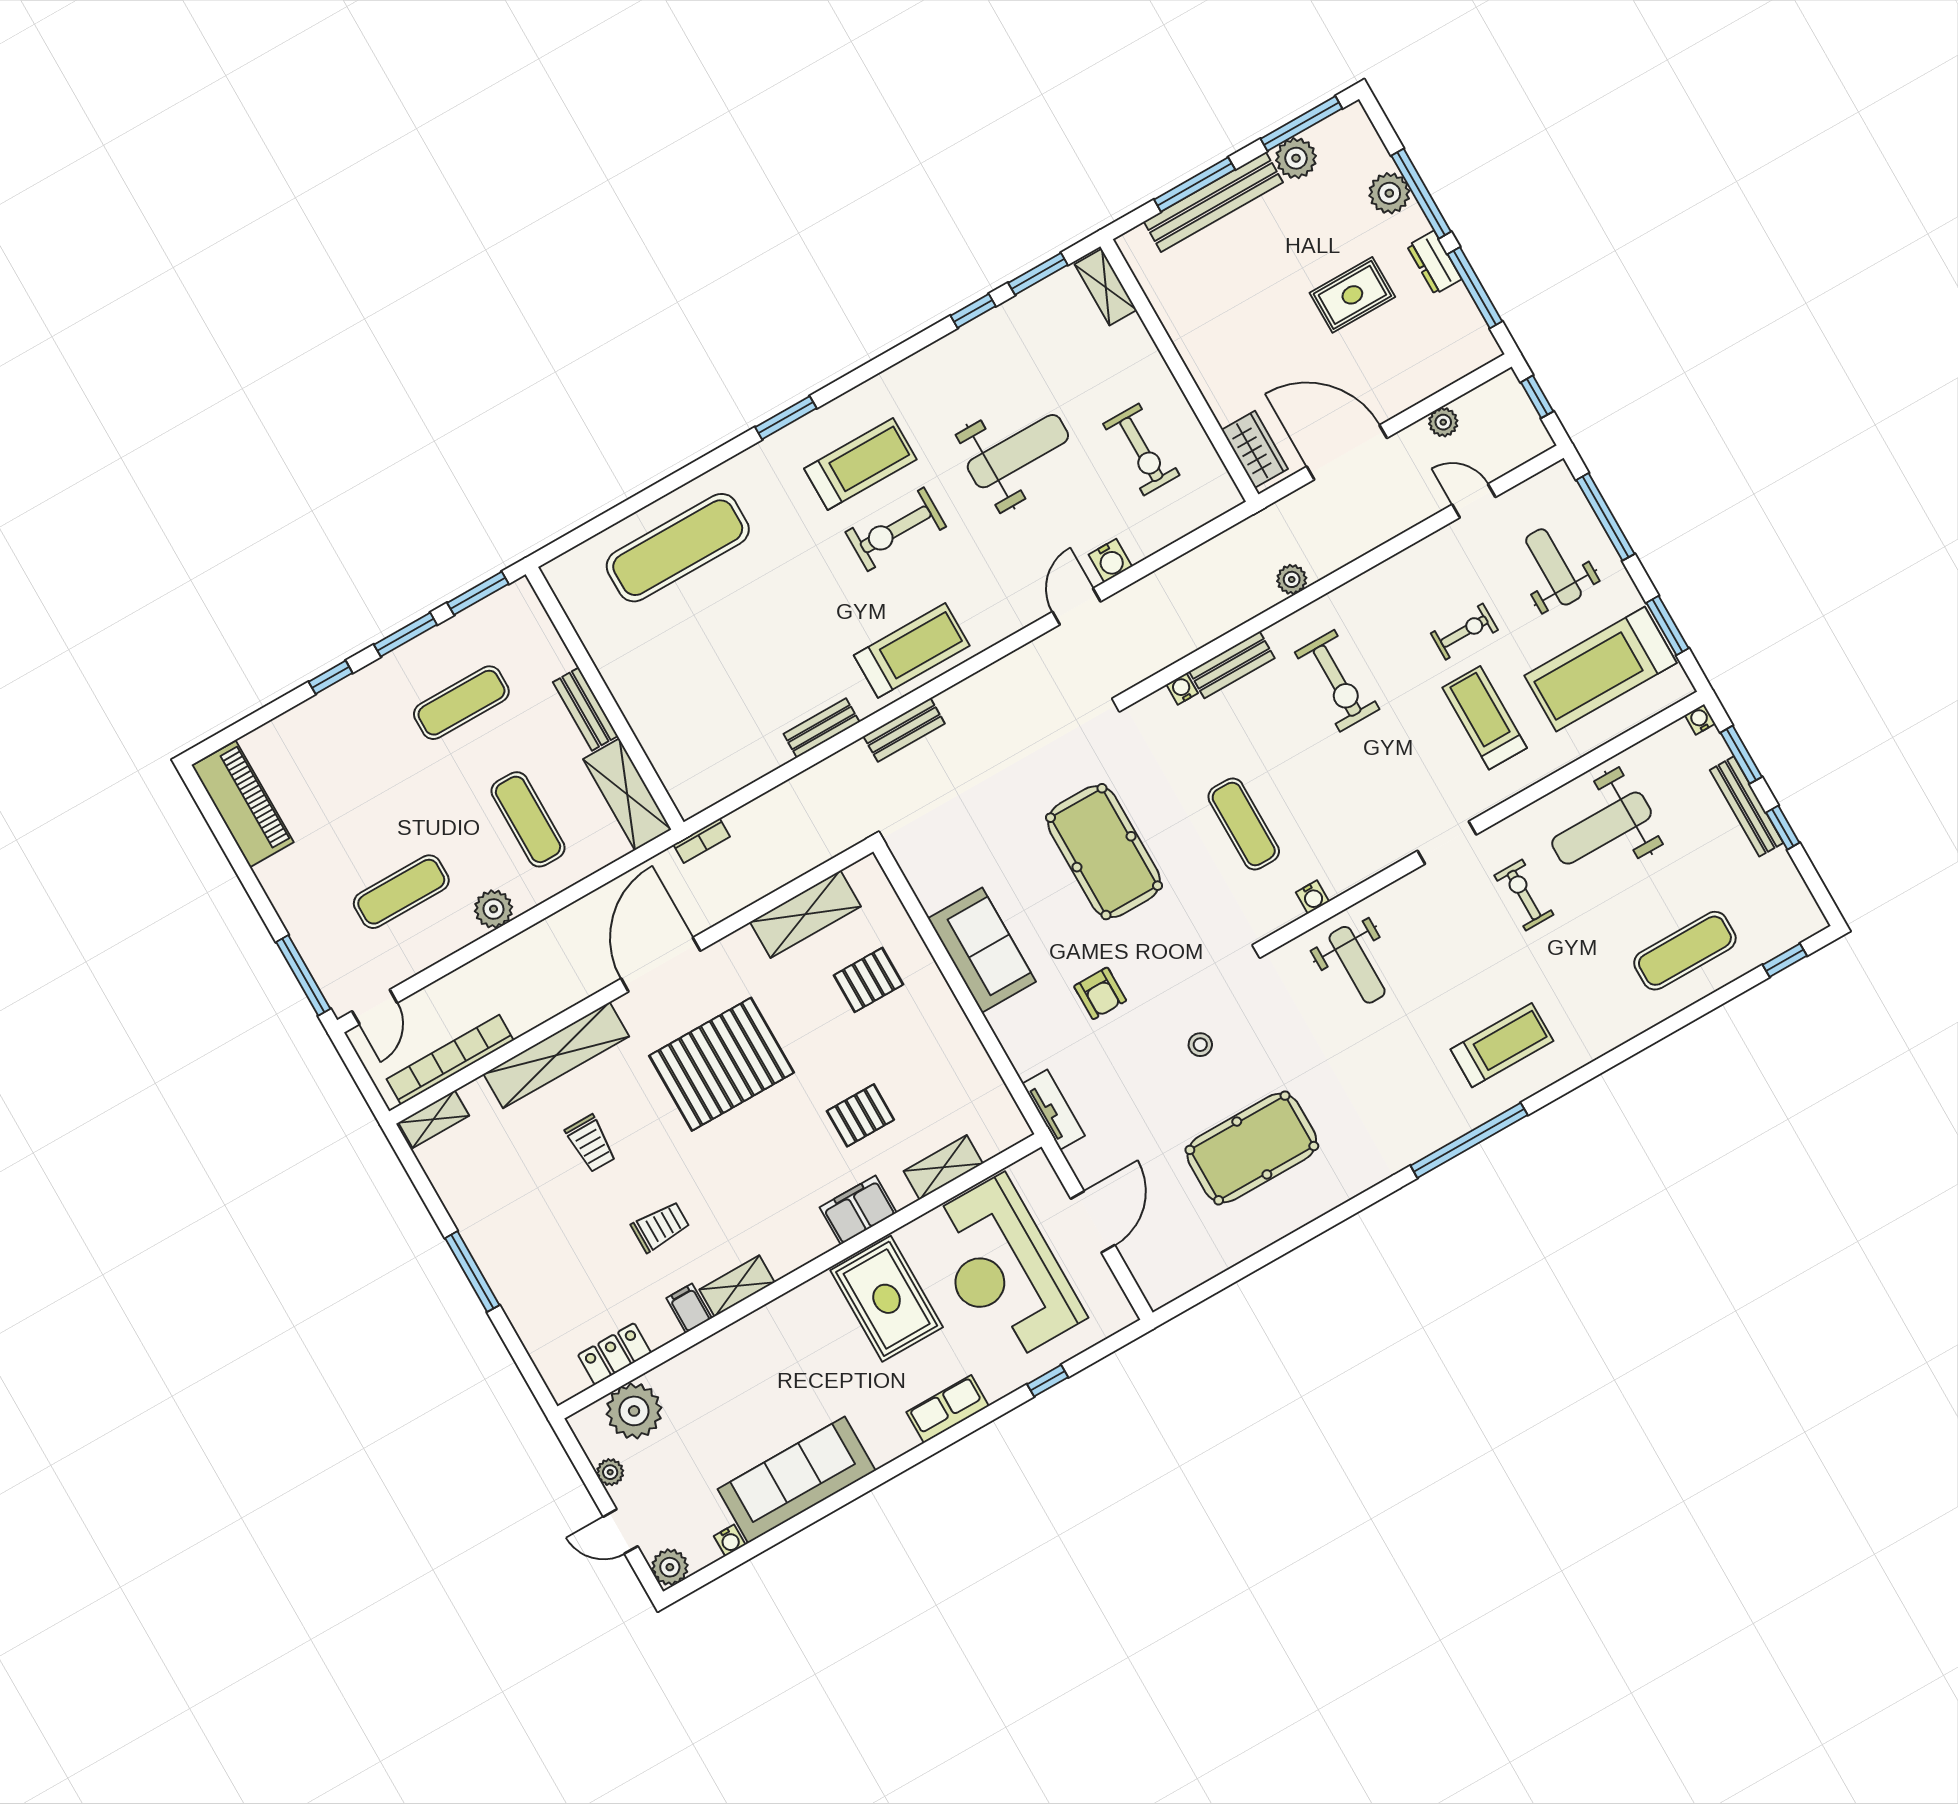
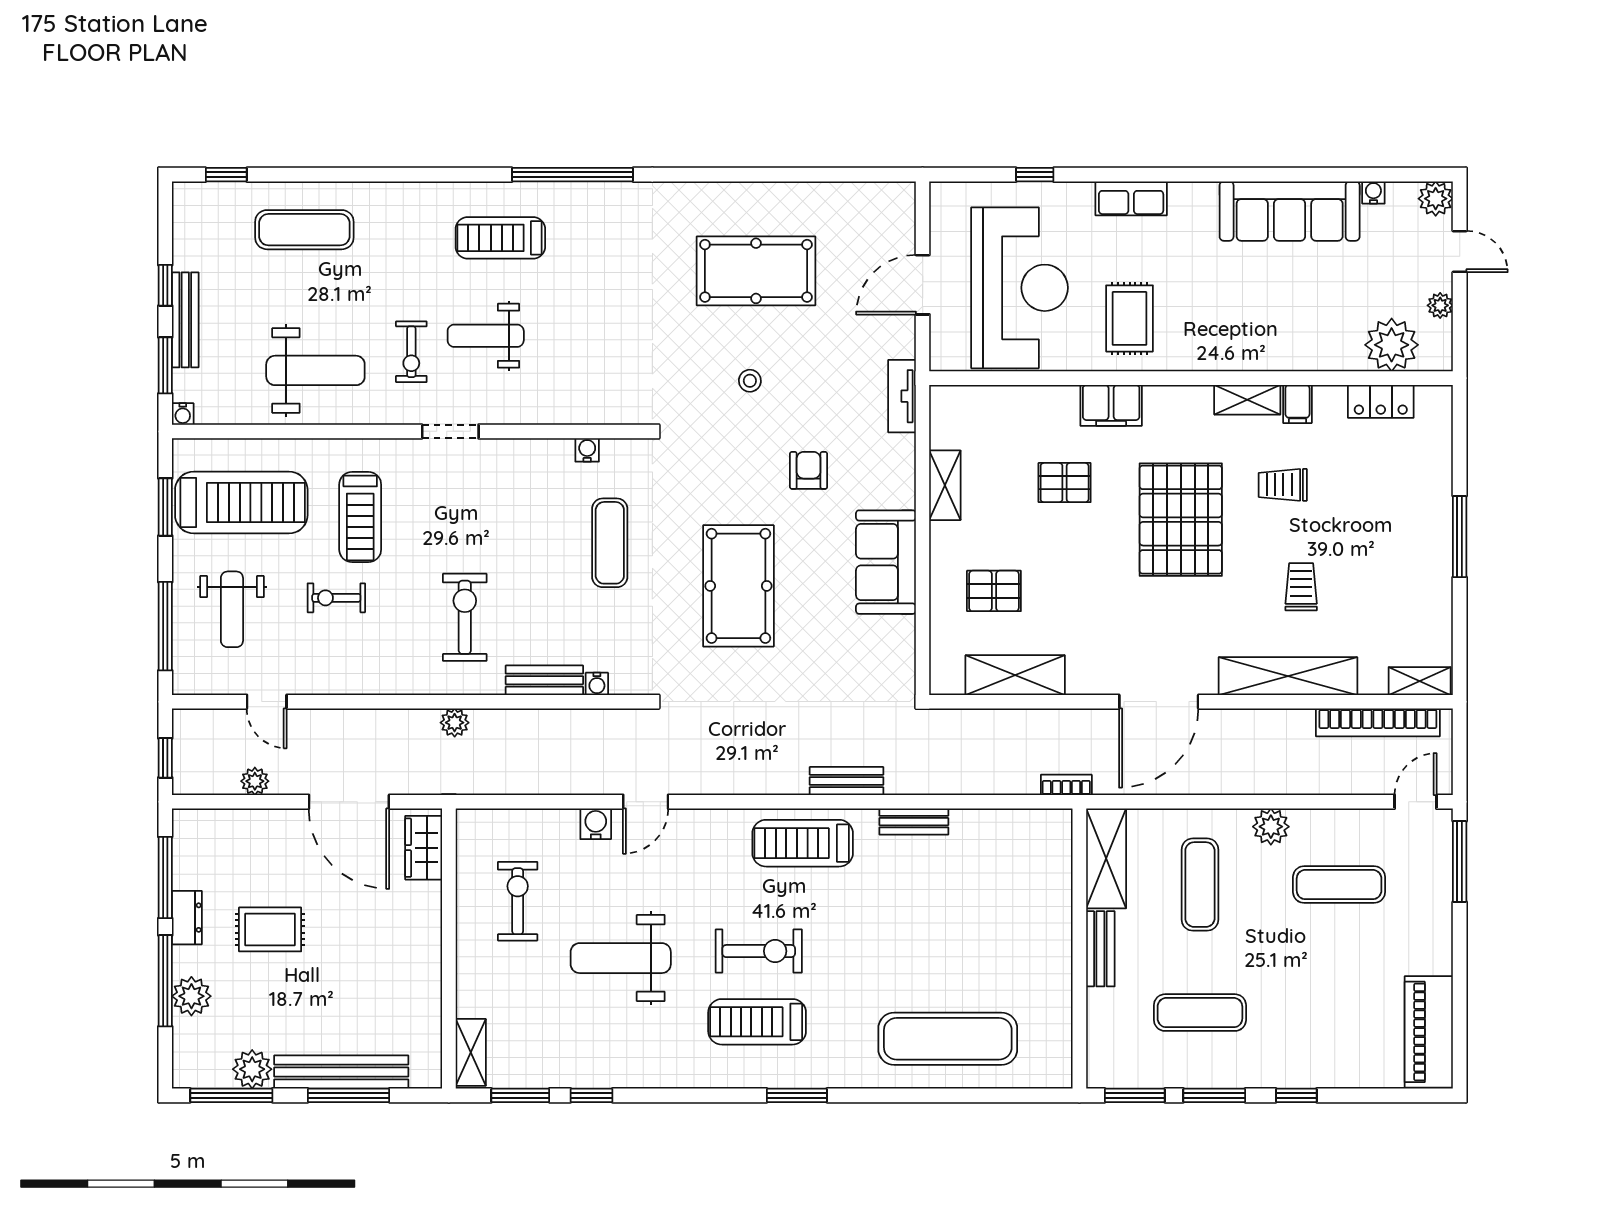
weight bench: (1357, 965) -> (486, 336), moved, turned -90
pallet: (722, 1064) -> (1181, 520), moved, turned 90
shelving: (943, 1167) -> (945, 485), moved, turned 90
rug: (887, 1299) -> (1130, 318), width x0.73, depth x0.70

